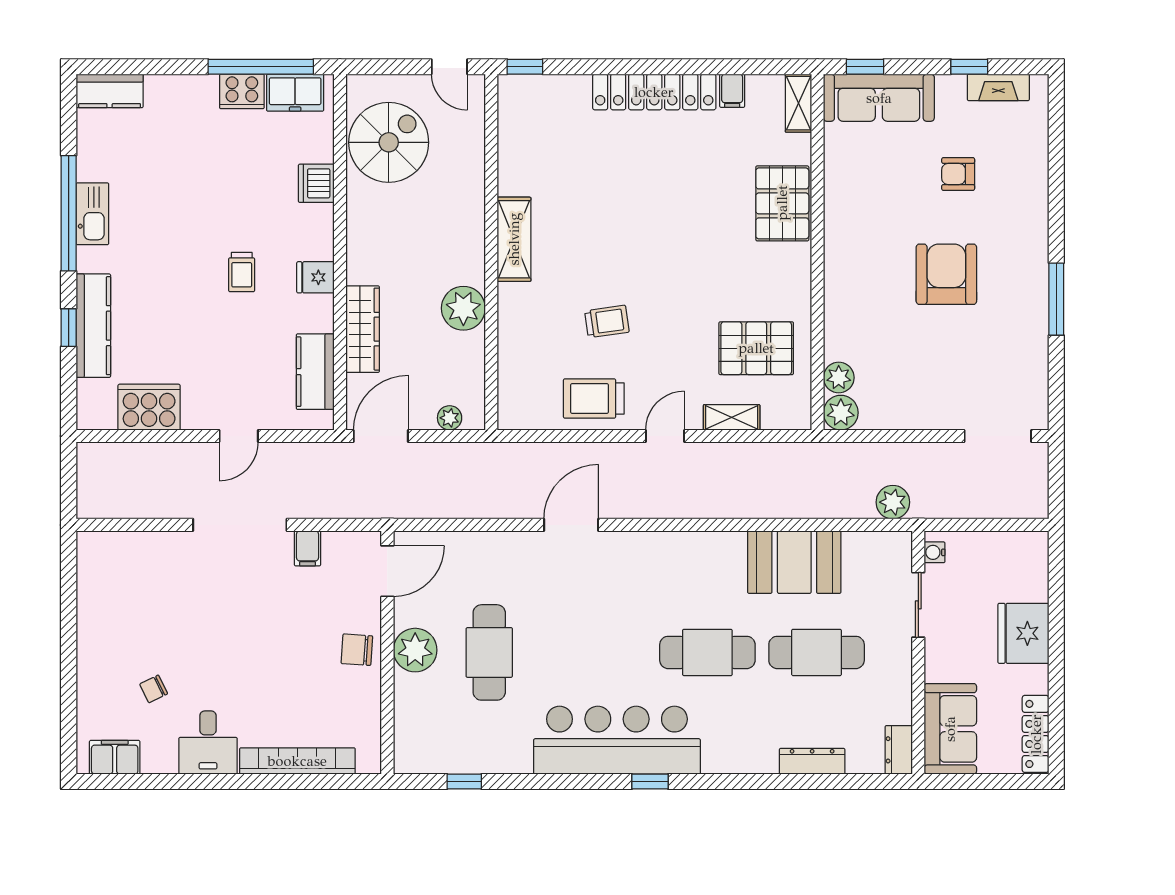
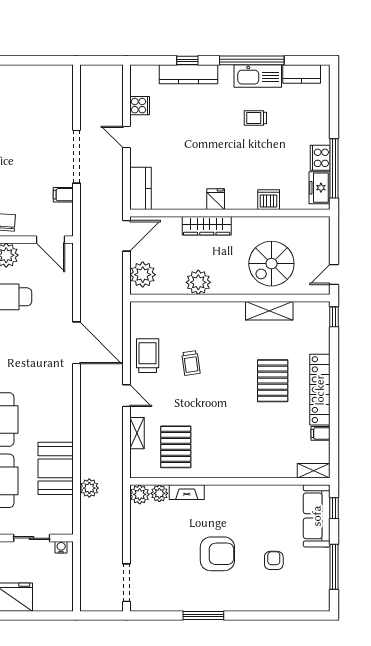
window: (969, 67) -> (334, 567), width x2.17
fireplace: (998, 87) -> (187, 492), moved, turned -90
kitchen counter: (110, 91) -> (302, 74), moved, turned -90
spiral stairs: (389, 142) -> (271, 264), moved, turned 90
pallet: (782, 203) -> (273, 381), moved, turned 90
kitchen sink: (92, 214) -> (258, 76), width x1.36, depth x1.24
shelving: (514, 239) -> (269, 311), moved
trolley: (242, 272) -> (255, 118), moved
wardrobe: (363, 329) -> (207, 226), moved
kitchen counter: (315, 372) -> (140, 188), moved, turned 90
cooker: (149, 407) -> (140, 106), width x0.53, depth x0.76
plant: (450, 418) -> (143, 275), width x1.88, depth x1.88
door: (239, 436) -> (127, 137), moved
door: (381, 436) -> (127, 236), hinge flipped
plant: (893, 502) -> (89, 488), moved
door: (571, 525) -> (77, 343), width x1.36

